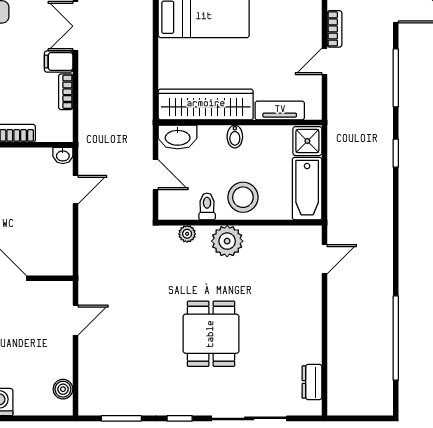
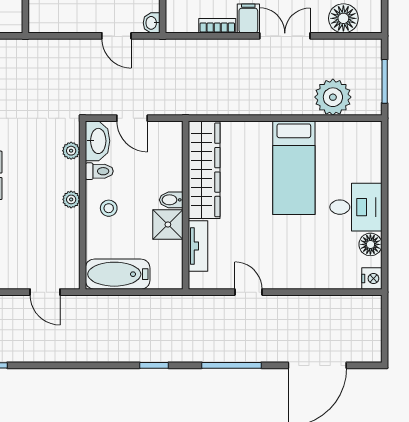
bookcase: (335, 29) -> (282, 302), removed
washbasin: (178, 137) -> (98, 141), moved, turned 180
shower: (307, 141) -> (168, 225), moved
door: (156, 175) -> (132, 118), hinge flipped
stool: (243, 197) -> (109, 208), width x0.53, depth x0.53
plant: (227, 241) -> (71, 199), width x0.53, depth x0.53

